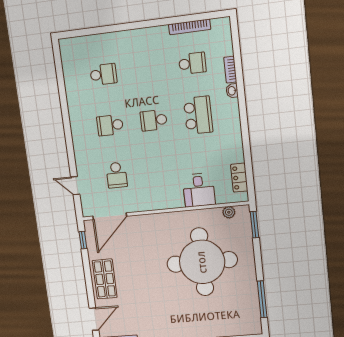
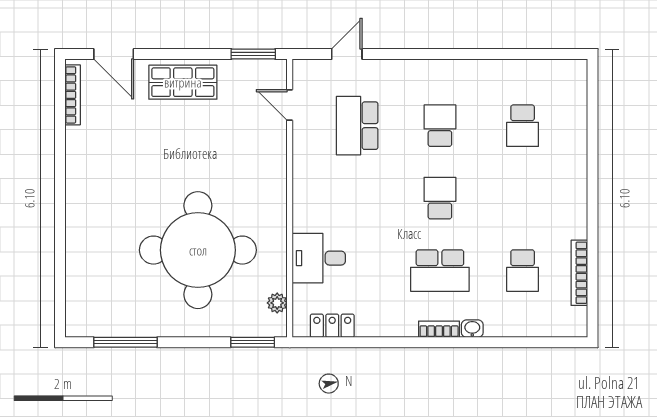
bookcase: (230, 70) -> (439, 329), moved
school desk: (117, 175) -> (357, 126), width x1.85
door: (110, 216) -> (290, 105), width x0.53
window: (83, 240) -> (253, 54), width x1.50

